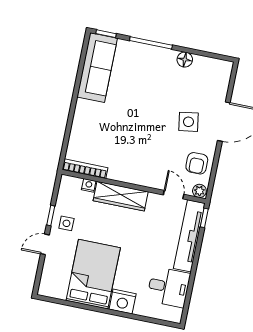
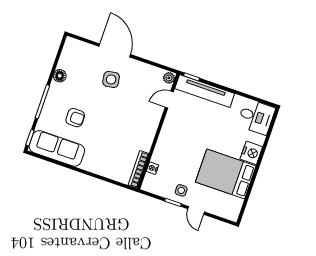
armchair: (197, 163) -> (75, 118), moved
wardrobe: (121, 196) -> (165, 143), removed
desk: (169, 287) -> (256, 117), moved, turned 90

